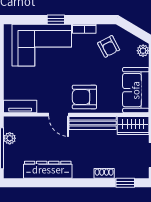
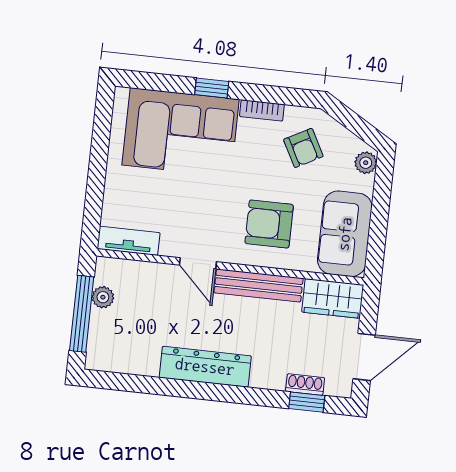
armchair: (84, 97) -> (269, 224), moved
dresser: (48, 170) -> (205, 367), moved
shoe rack: (104, 173) -> (305, 384), moved

